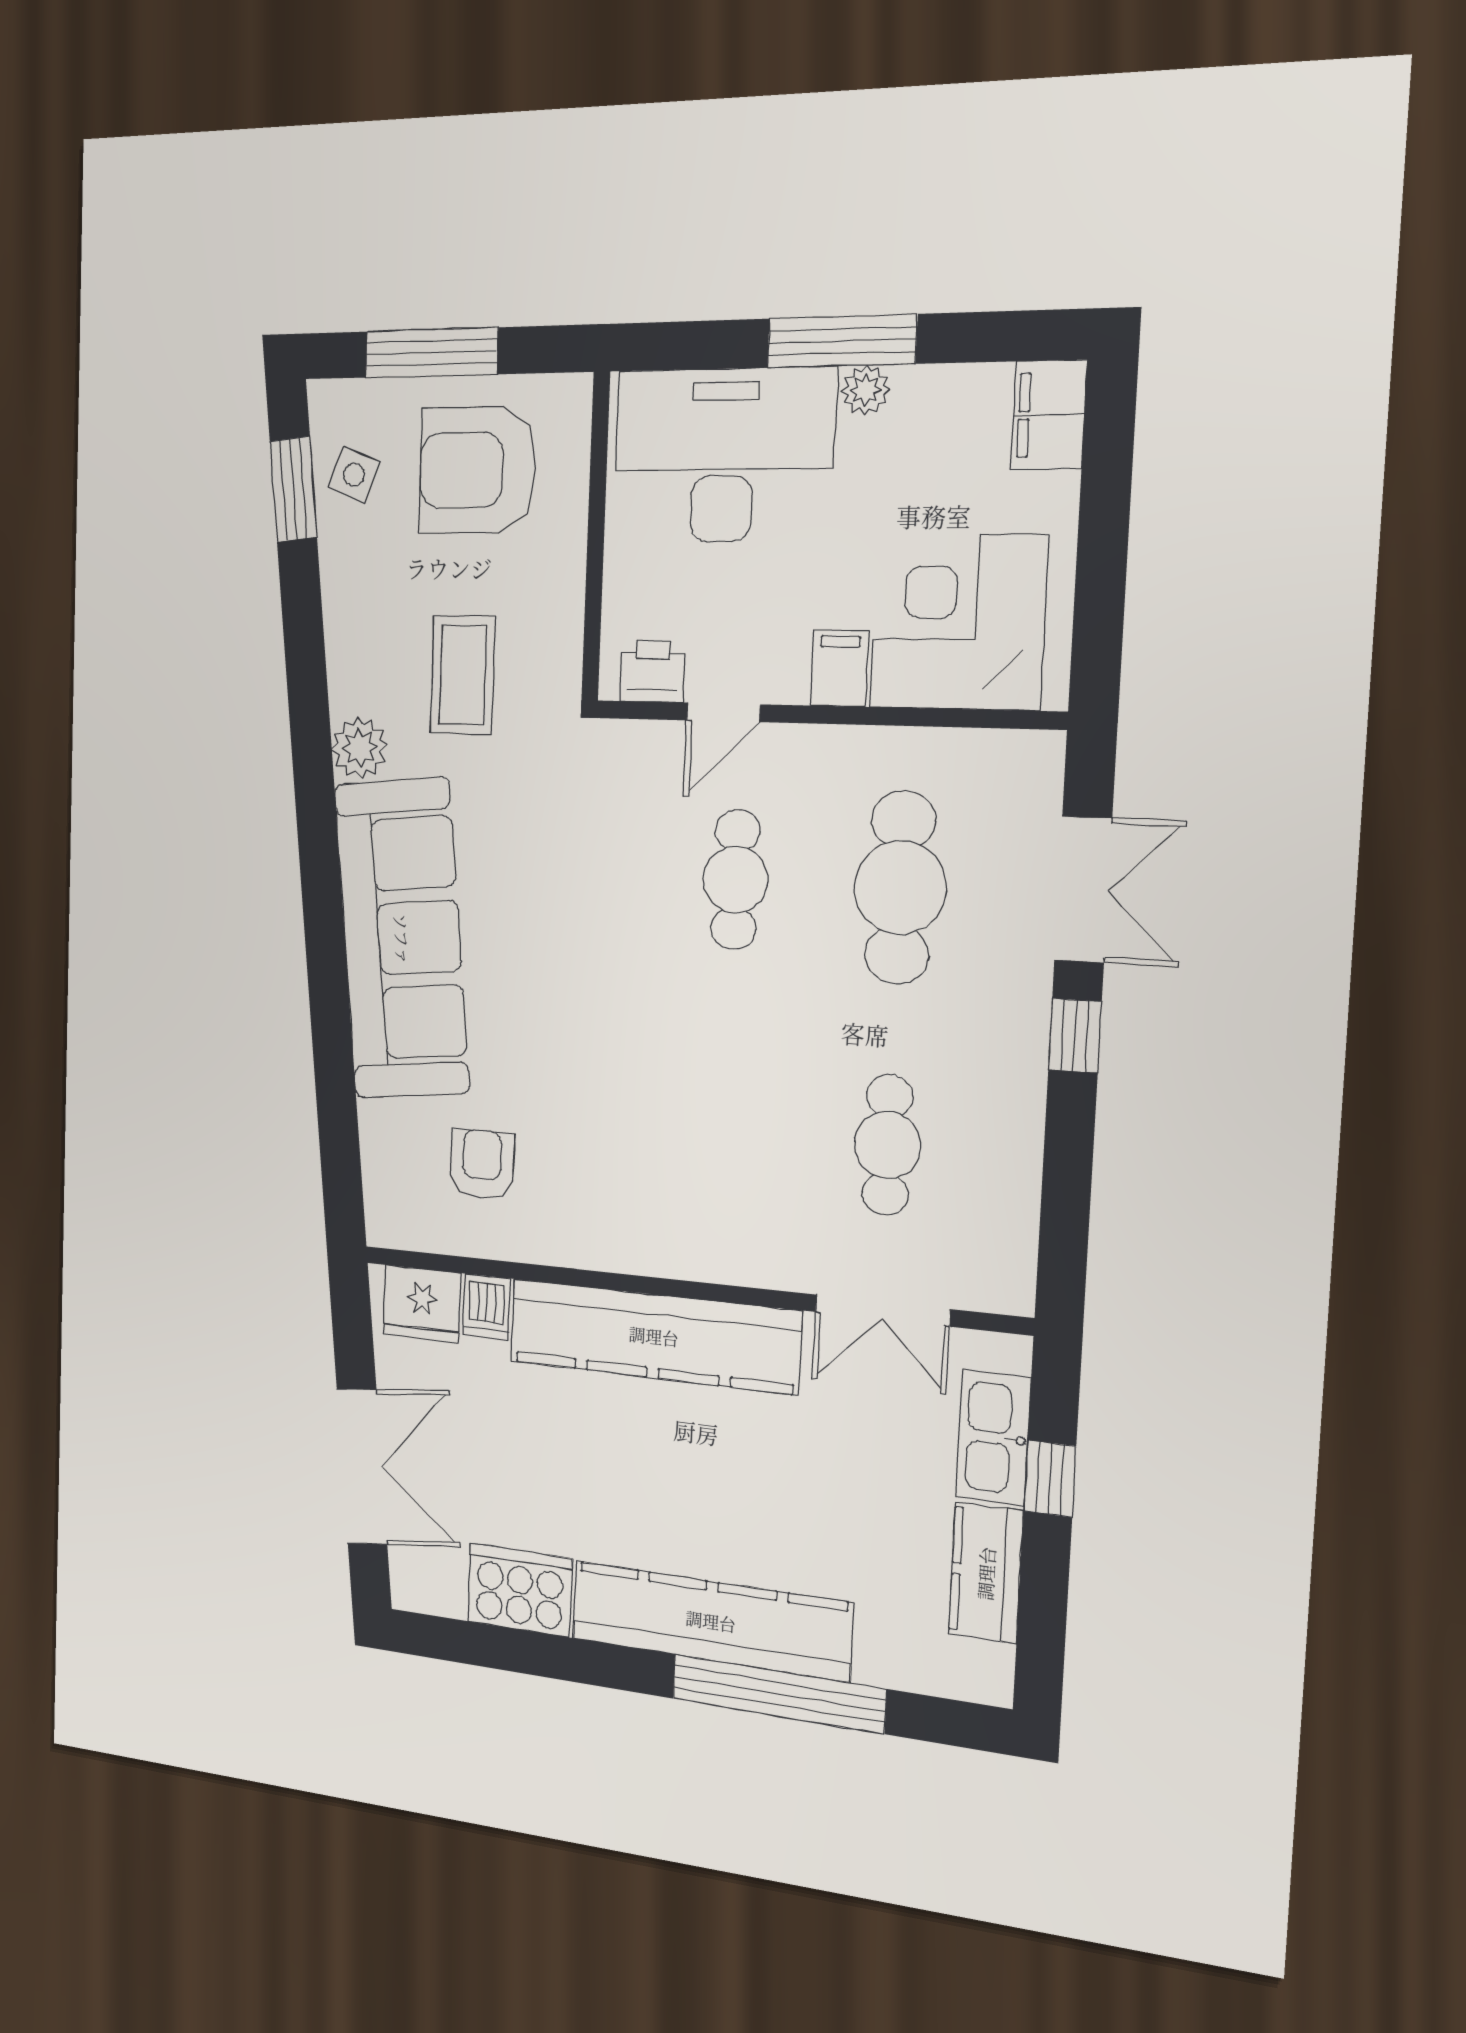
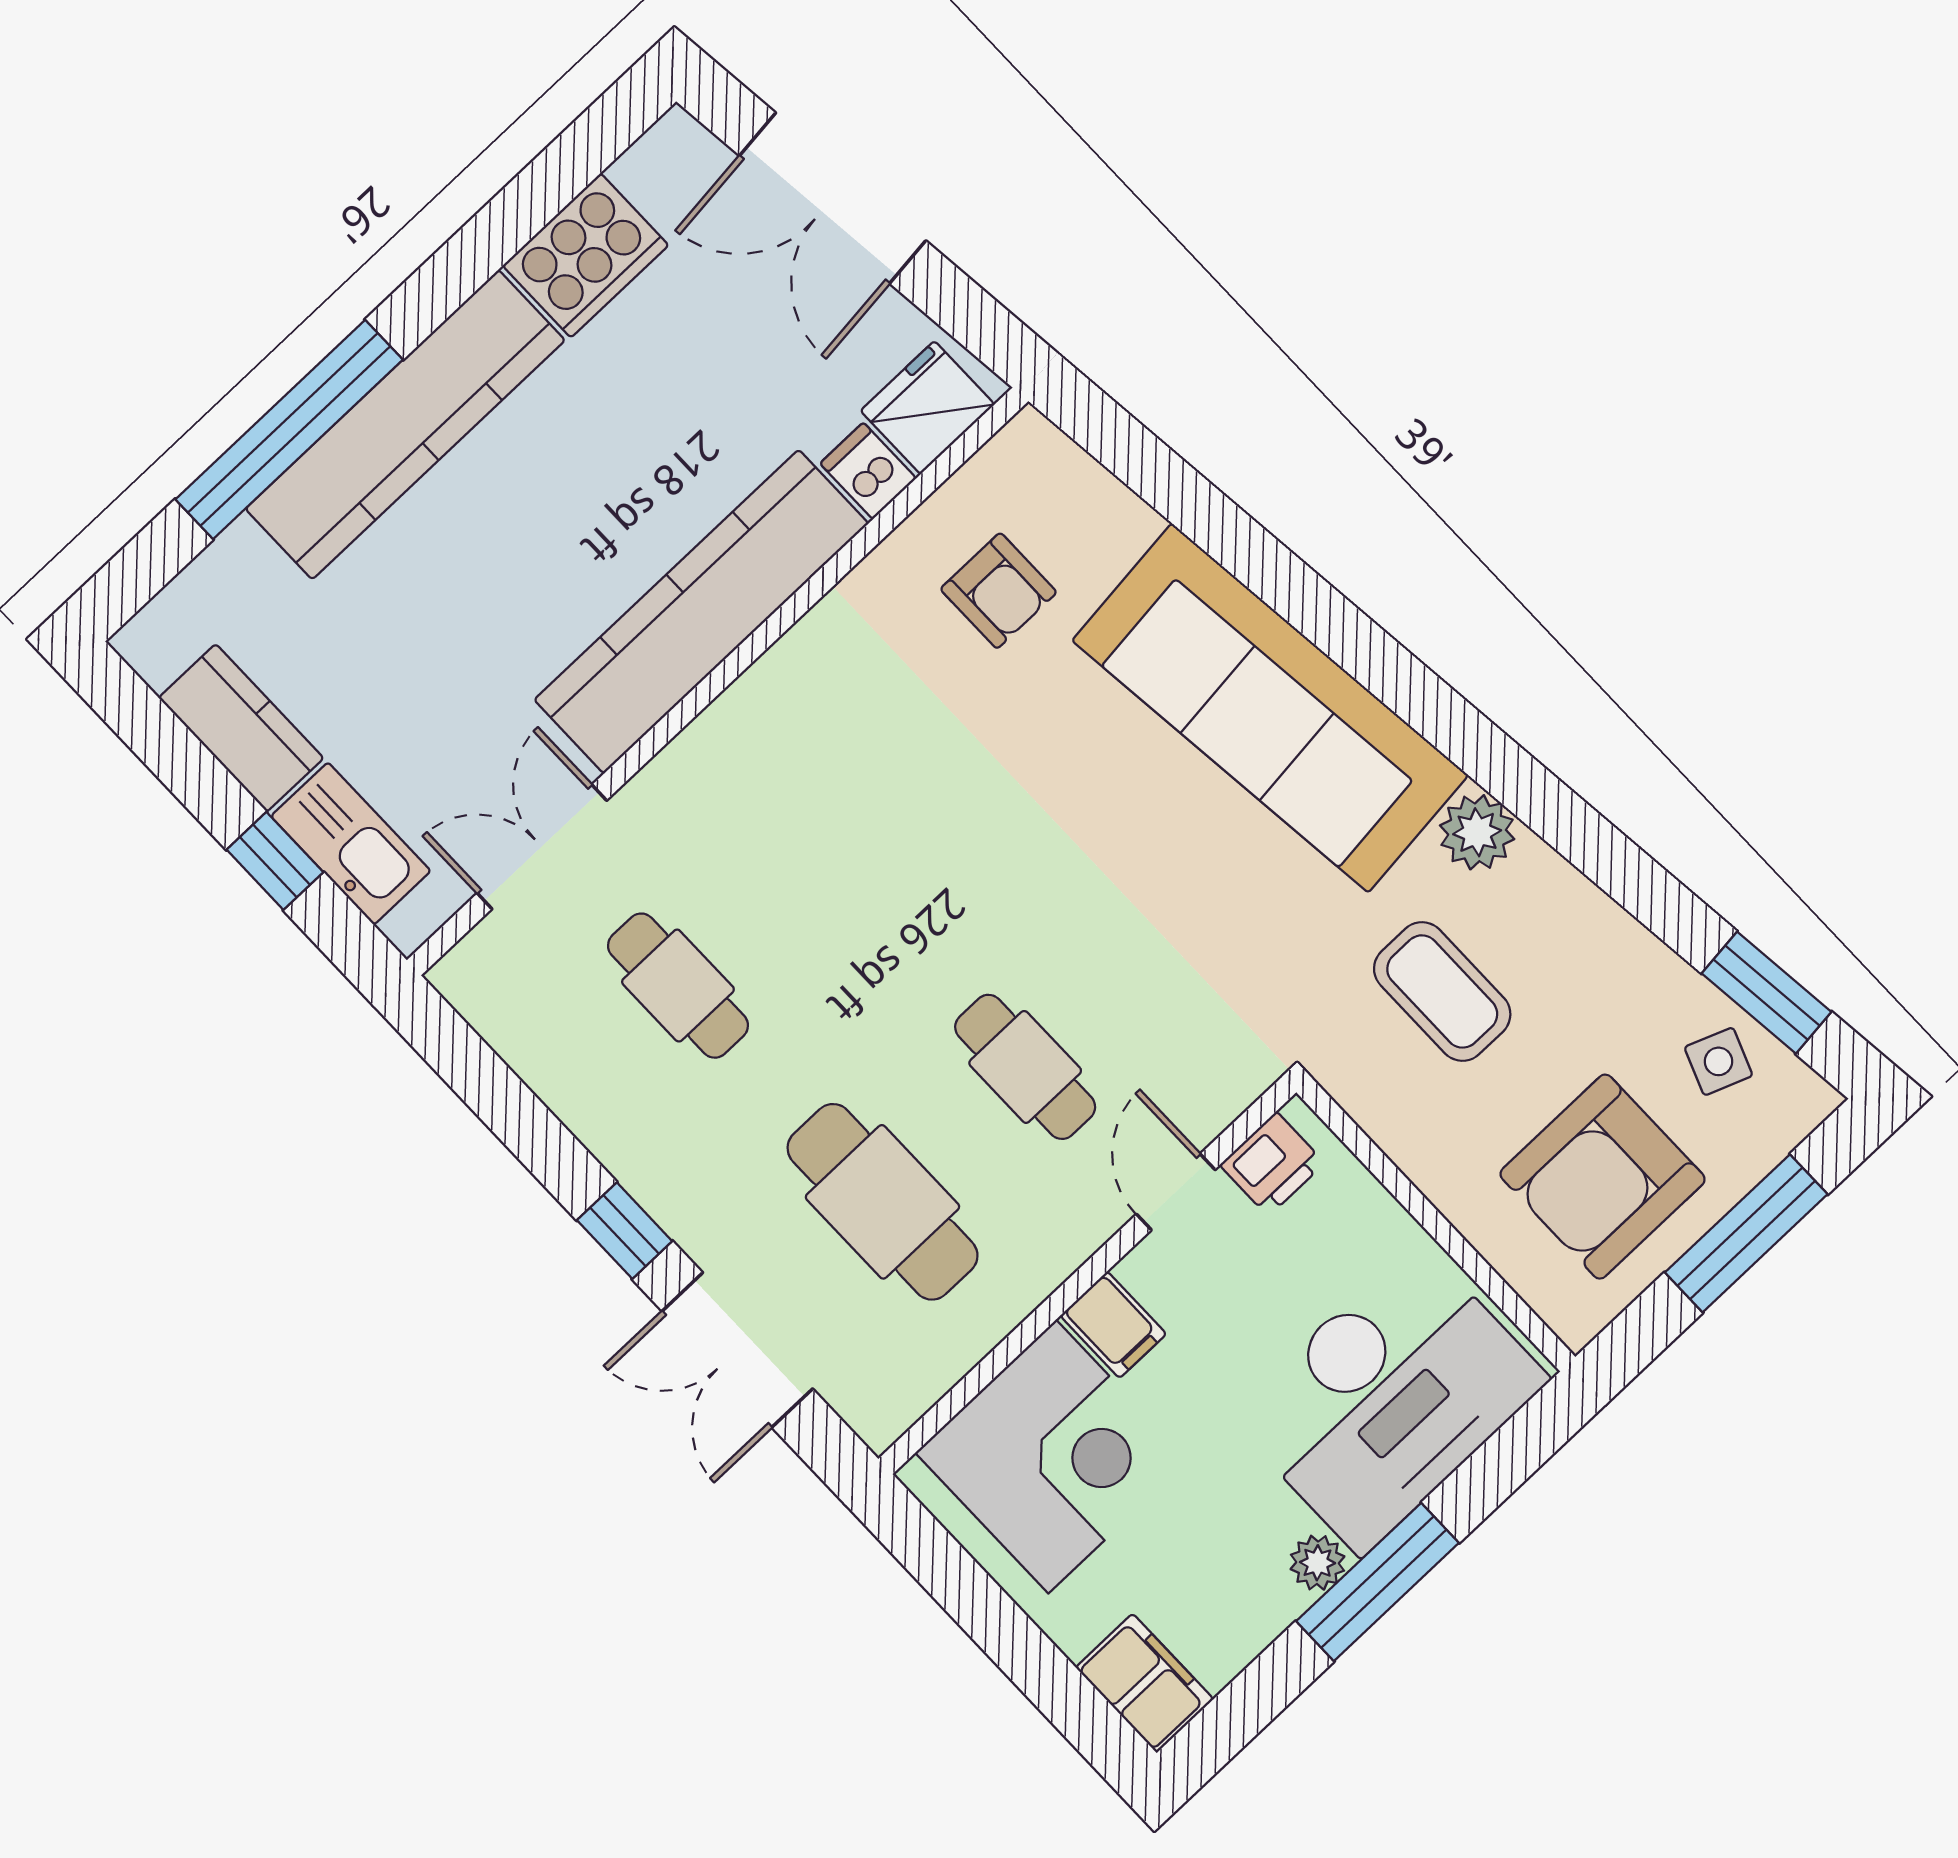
armchair: (478, 470) -> (1603, 1177), turned 180

